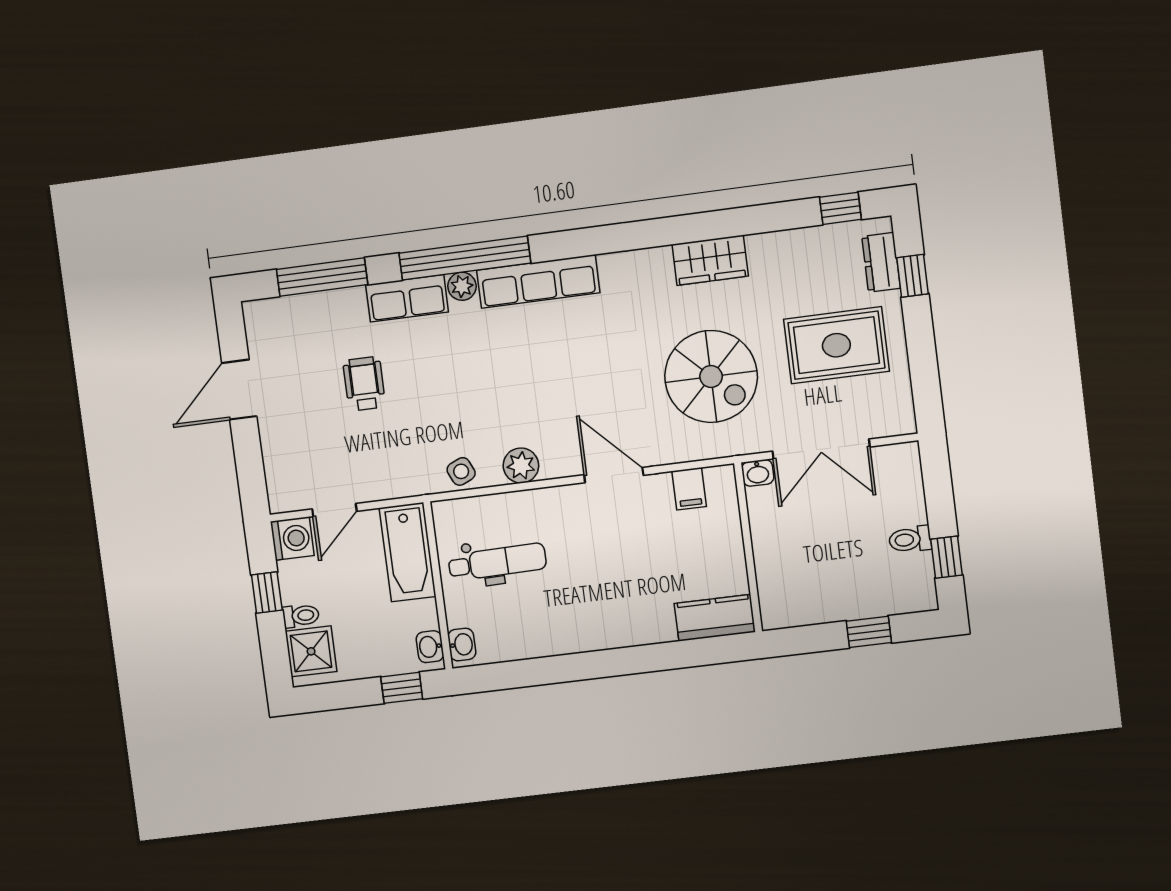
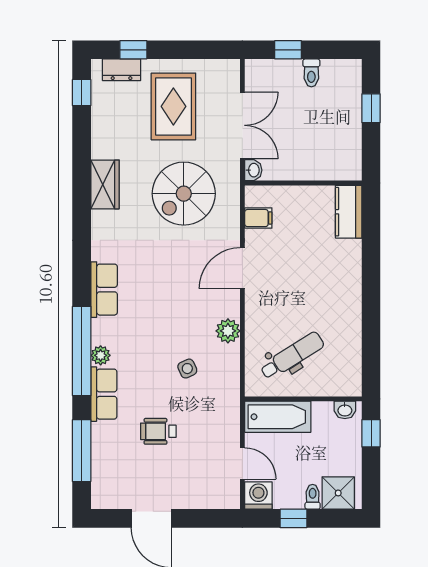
row of seats: (538, 281) -> (104, 290), width x0.68
spiral stairs: (711, 376) -> (184, 194), turned 180
side table: (461, 471) -> (187, 369), moved
window: (946, 557) -> (288, 50), moved
dental chair: (497, 562) -> (292, 356), turned 59
washbasin: (462, 645) -> (346, 388), removed

